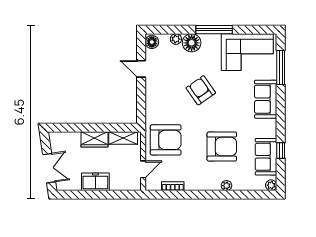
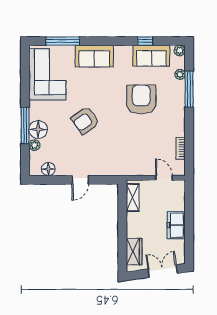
window: (214, 30) -> (25, 125), moved
floor lamp: (152, 42) -> (48, 169), moved
door: (141, 69) -> (80, 180), moved
wardrobe: (95, 139) -> (134, 252), moved
armchair: (166, 140) -> (135, 155), removed
plant: (227, 186) -> (180, 74), moved
window: (232, 195) -> (189, 89), added

